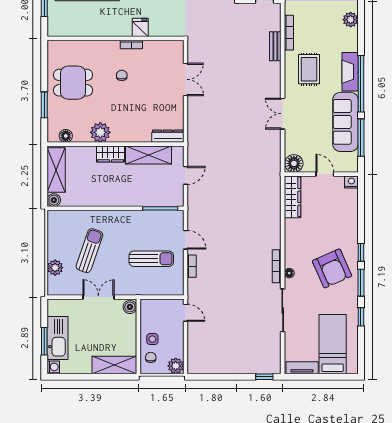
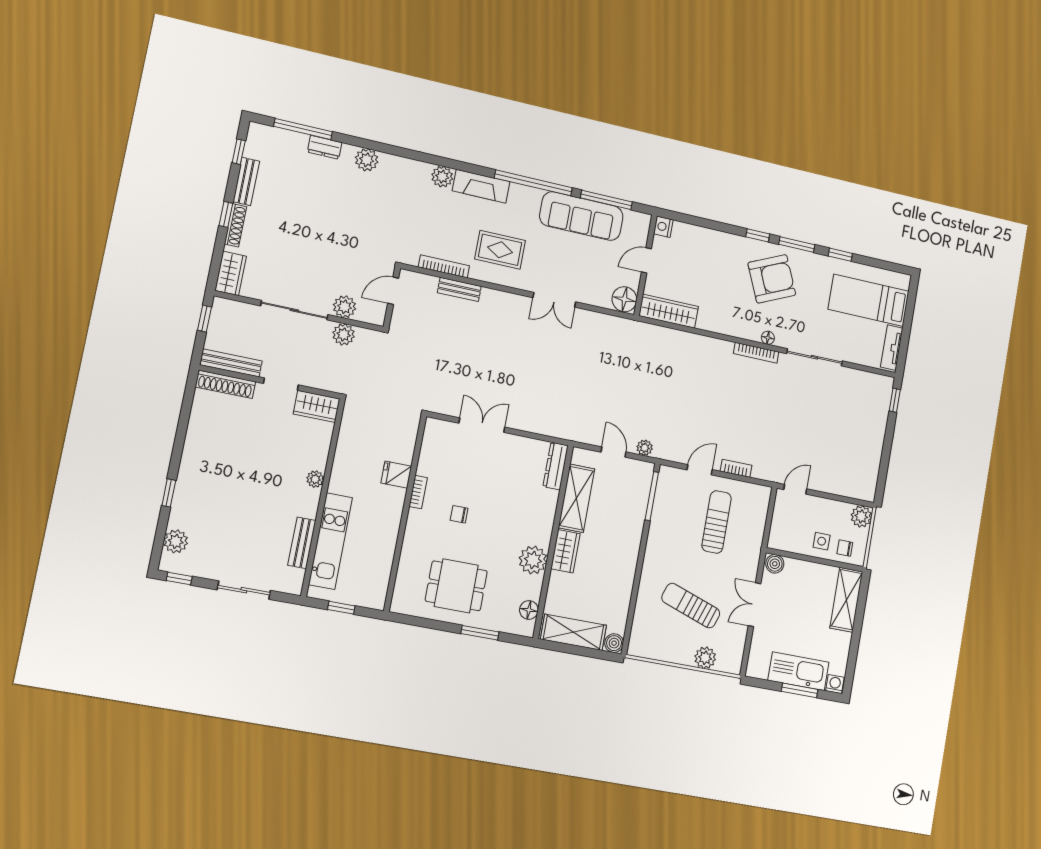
fireplace: (350, 72) -> (481, 186), moved
dining table: (73, 83) -> (456, 586), turned 90
plant: (193, 197) -> (645, 448), added

